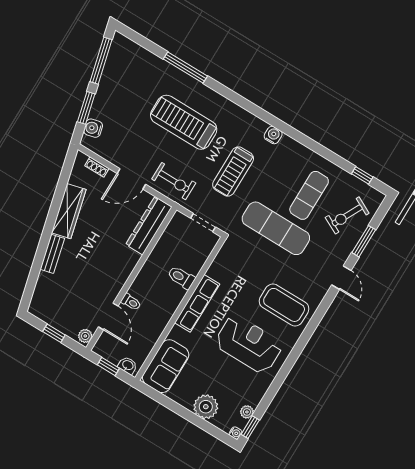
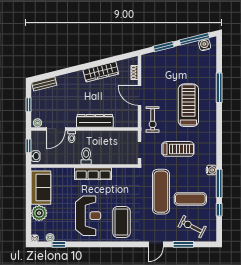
water cooler: (93, 128) -> (205, 45), moved
water cooler: (273, 135) -> (211, 170), moved
window: (312, 145) -> (219, 183), added
treadmill: (233, 171) -> (178, 149), turned 180
window: (362, 175) -> (219, 210), moved
dresser: (149, 226) -> (95, 121), moved
bench: (52, 254) -> (44, 84), moved
toilet: (181, 277) -> (86, 156), moved
sofa: (166, 366) -> (41, 188), moved, turned -90
window: (250, 427) -> (59, 244), moved

